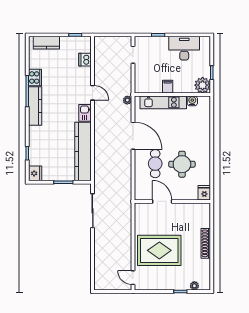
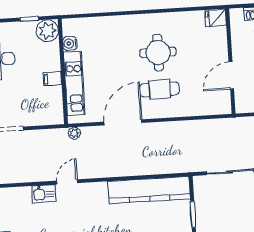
dishwasher: (85, 60) -> (22, 195), removed
kitchen sink: (85, 113) -> (44, 194), moved
fridge: (204, 193) -> (216, 18), moved
door: (162, 201) -> (231, 76), moved
wall: (172, 201) -> (230, 61), moved

